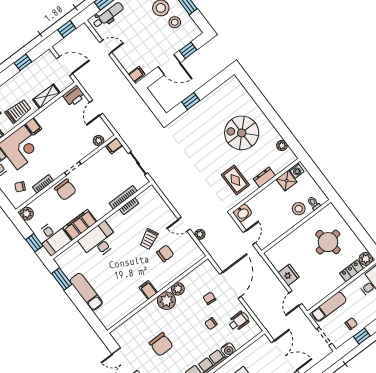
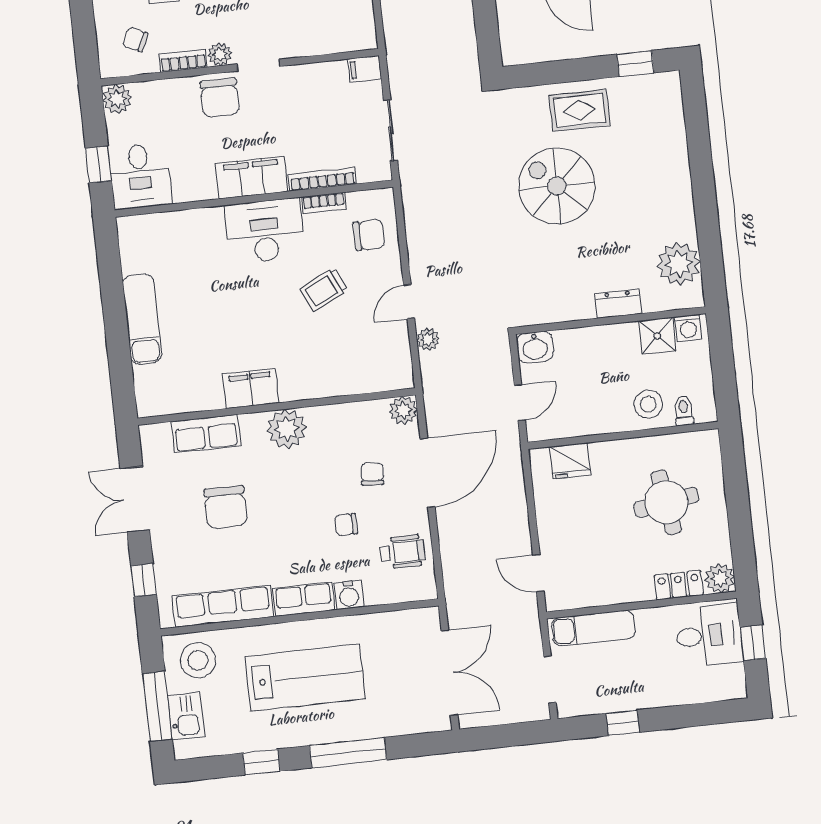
window: (191, 101) -> (635, 64), moved
spiral stairs: (242, 133) -> (557, 186), moved
plant: (99, 141) -> (220, 54), moved
plant: (282, 146) -> (679, 264), width x1.87, depth x1.87
rug: (235, 180) -> (579, 110), moved, turned 90
door: (184, 224) -> (409, 302), hinge flipped
filing cabinet: (80, 225) -> (252, 177), moved
desk: (99, 241) -> (265, 231), moved
chair: (165, 253) -> (369, 235), moved
fridge: (289, 275) -> (570, 461), moved, turned 90
window: (62, 279) -> (109, 266), removed
plant: (178, 289) -> (403, 410), moved
filing cabinet: (148, 290) -> (251, 389), width x2.00
door: (295, 298) -> (538, 573), hinge flipped
row of seats: (137, 321) -> (206, 434), added
chair: (351, 324) -> (617, 687), removed

